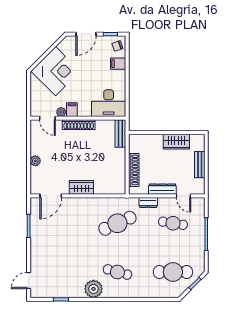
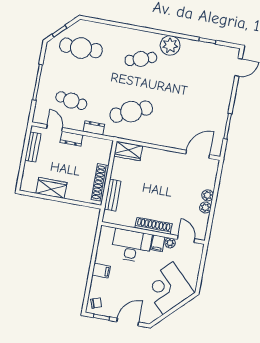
filing cabinet: (118, 64) -> (101, 271), moved
desk: (109, 103) -> (131, 246), moved
bench: (120, 133) -> (113, 195), moved
plant: (35, 150) -> (205, 207), added
bench: (200, 165) -> (33, 147), moved
shoe rack: (134, 170) -> (100, 183), moved
wardrobe: (81, 187) -> (128, 151), moved
dresser: (162, 189) -> (71, 139), width x0.70
cafe table: (117, 272) -> (141, 59), turned -33

